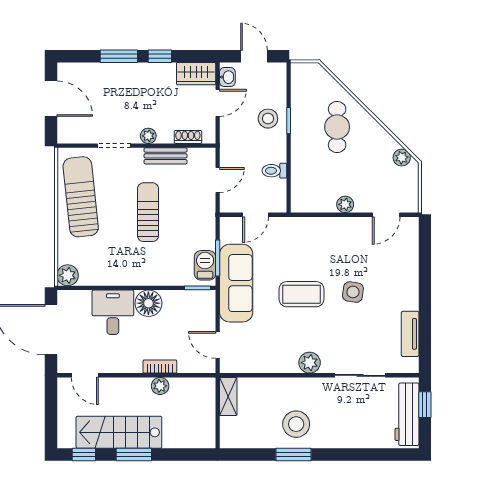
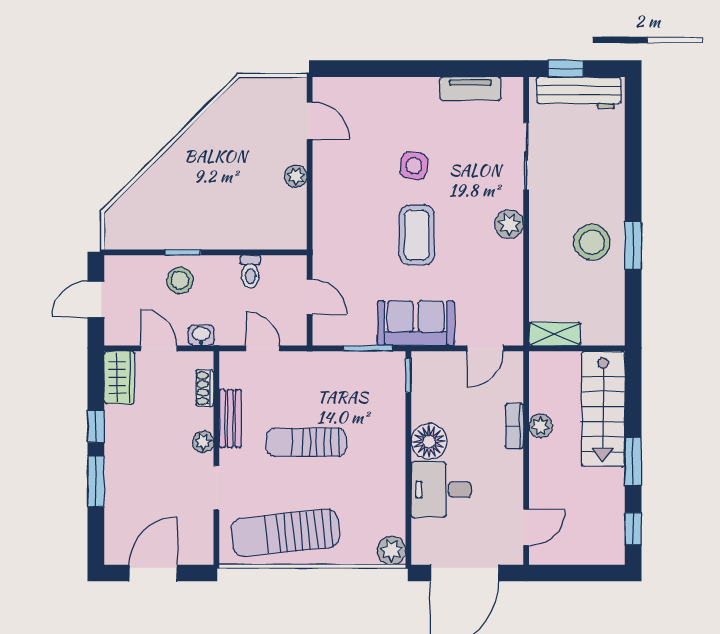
washbasin: (227, 77) -> (201, 335), moved
cafe table: (337, 127) -> (191, 187), removed
plant: (402, 158) -> (232, 100), removed
barbecue: (205, 265) -> (378, 365), removed
sofa: (236, 283) -> (416, 323), width x0.73
stairs: (119, 432) -> (603, 409), moved

